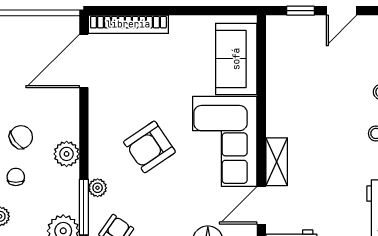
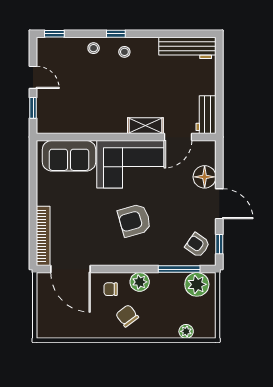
armchair: (149, 147) -> (134, 220), turned 108
chair: (16, 177) -> (111, 289), moved
plant: (98, 188) -> (165, 259), removed
door: (261, 205) -> (178, 137), hinge flipped

